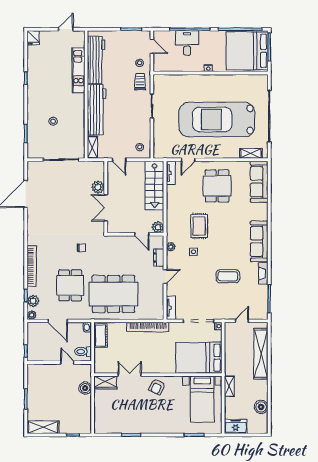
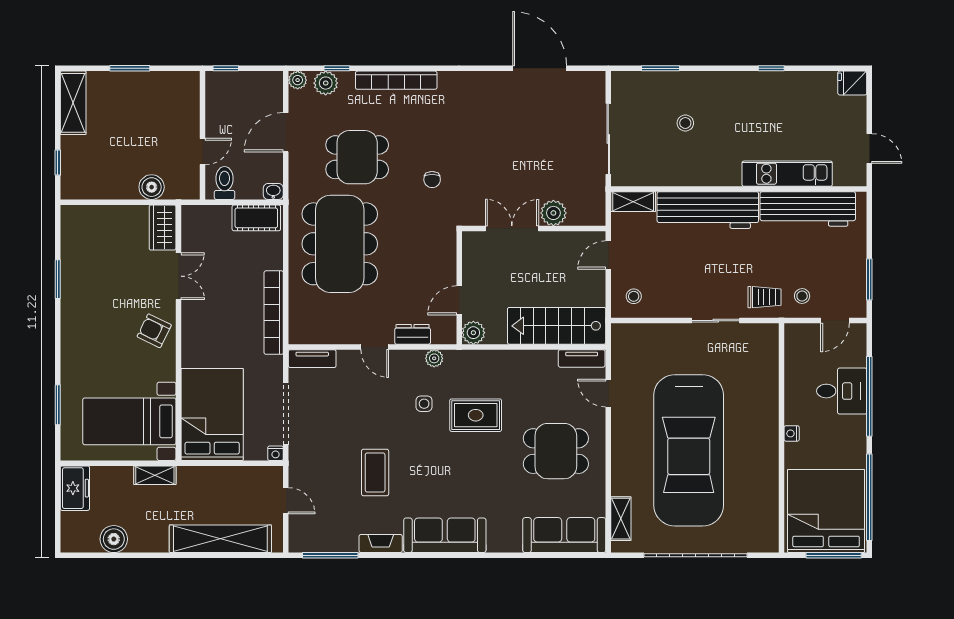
car: (217, 119) -> (689, 450), turned 180

